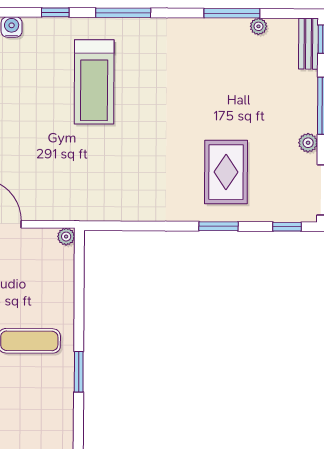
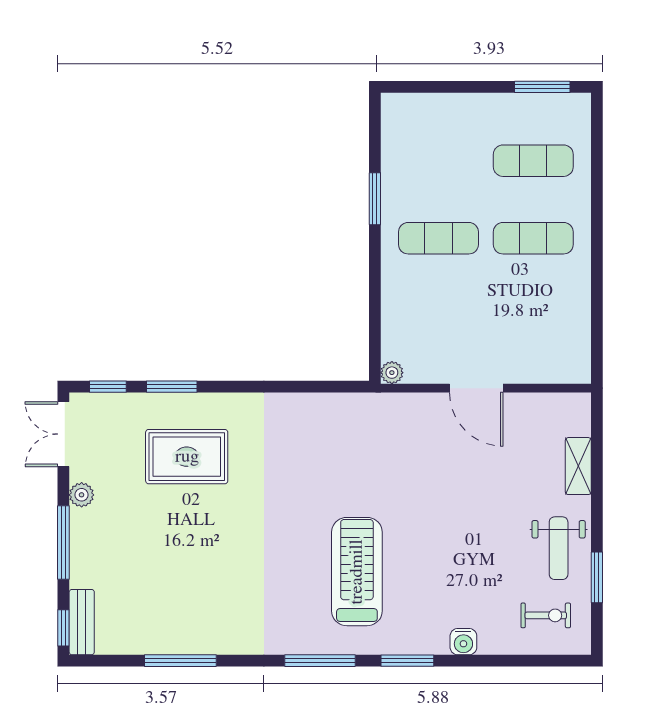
window: (55, 12) -> (407, 661), width x1.50
plant: (258, 26) -> (146, 644), removed
rug: (226, 172) -> (187, 457), turned 90
window: (219, 226) -> (172, 387), moved

